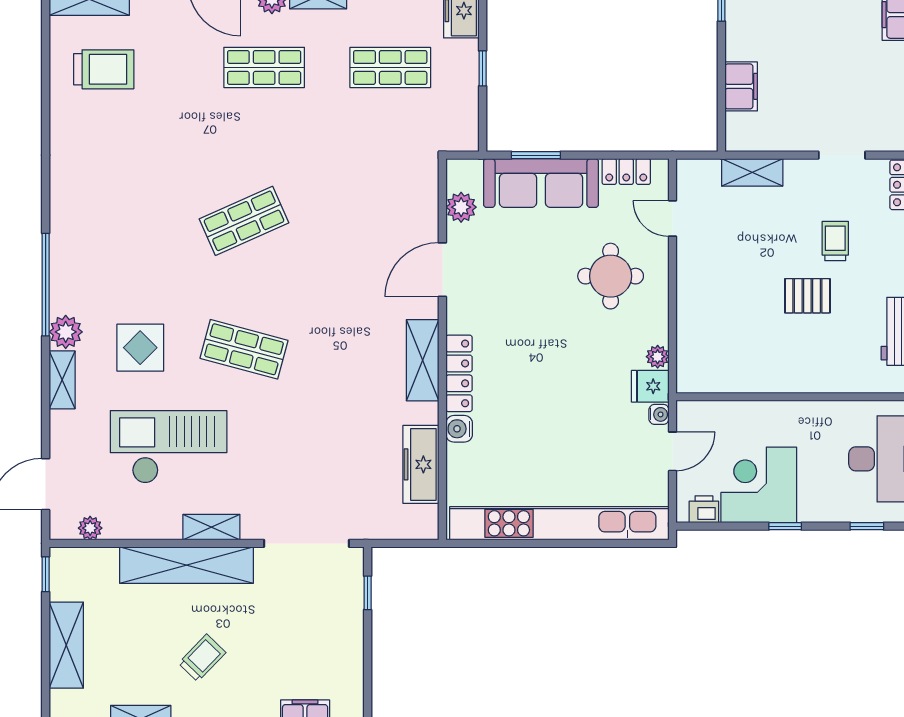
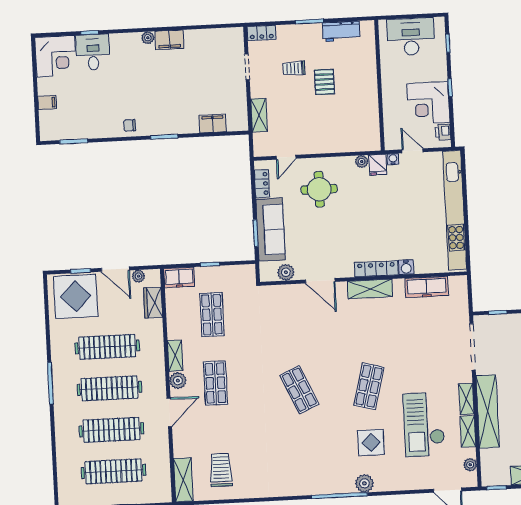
shelving: (62, 380) -> (468, 431), moved, turned 90

